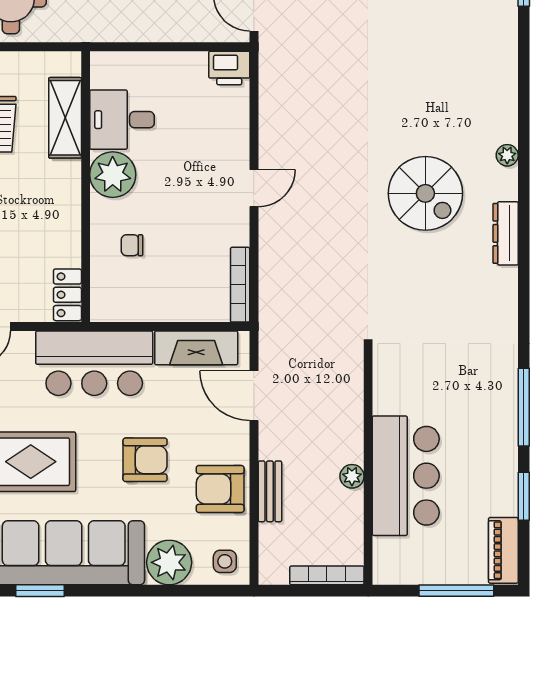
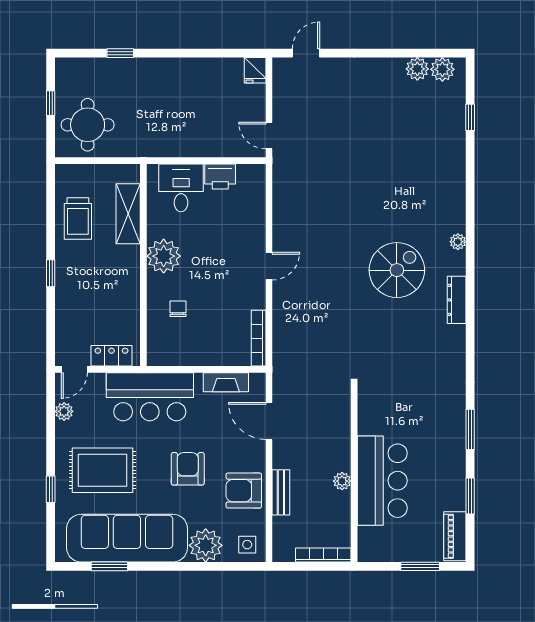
printer: (229, 68) -> (220, 177), moved
desk: (122, 120) -> (181, 188), moved, turned 90
spiral stairs: (425, 193) -> (397, 270), turned -90
chair: (132, 245) -> (178, 309), turned 90
locker: (67, 295) -> (111, 356), moved, turned 90
fireplace: (196, 348) -> (226, 382), width x0.73, depth x0.76
window: (524, 407) -> (470, 429), width x0.69
armchair: (145, 460) -> (188, 469), turned -90
window: (456, 591) -> (420, 566), width x0.69

